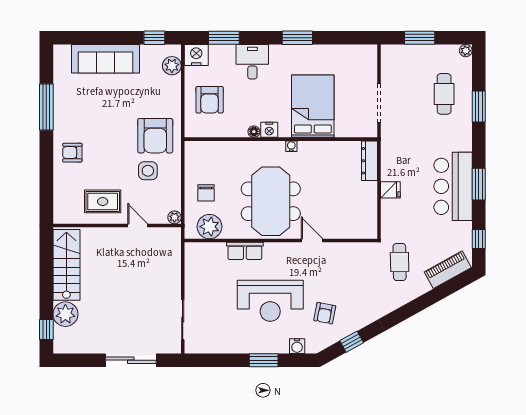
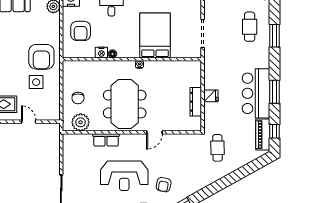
nightstand: (269, 130) -> (101, 53), moved
dresser: (369, 161) -> (196, 102), moved
plant: (174, 217) -> (55, 116), removed
door: (312, 241) -> (154, 132), swing flipped
piano: (448, 270) -> (263, 135), moved, turned -61

